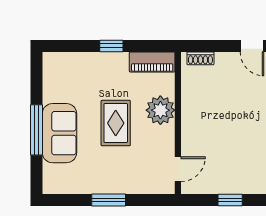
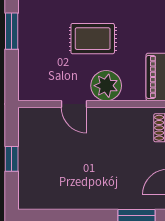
door: (178, 169) -> (74, 104), moved

